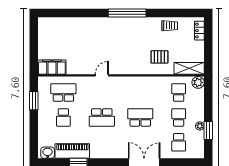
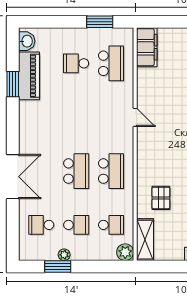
school desk: (102, 117) -> (111, 171), moved, turned 180

